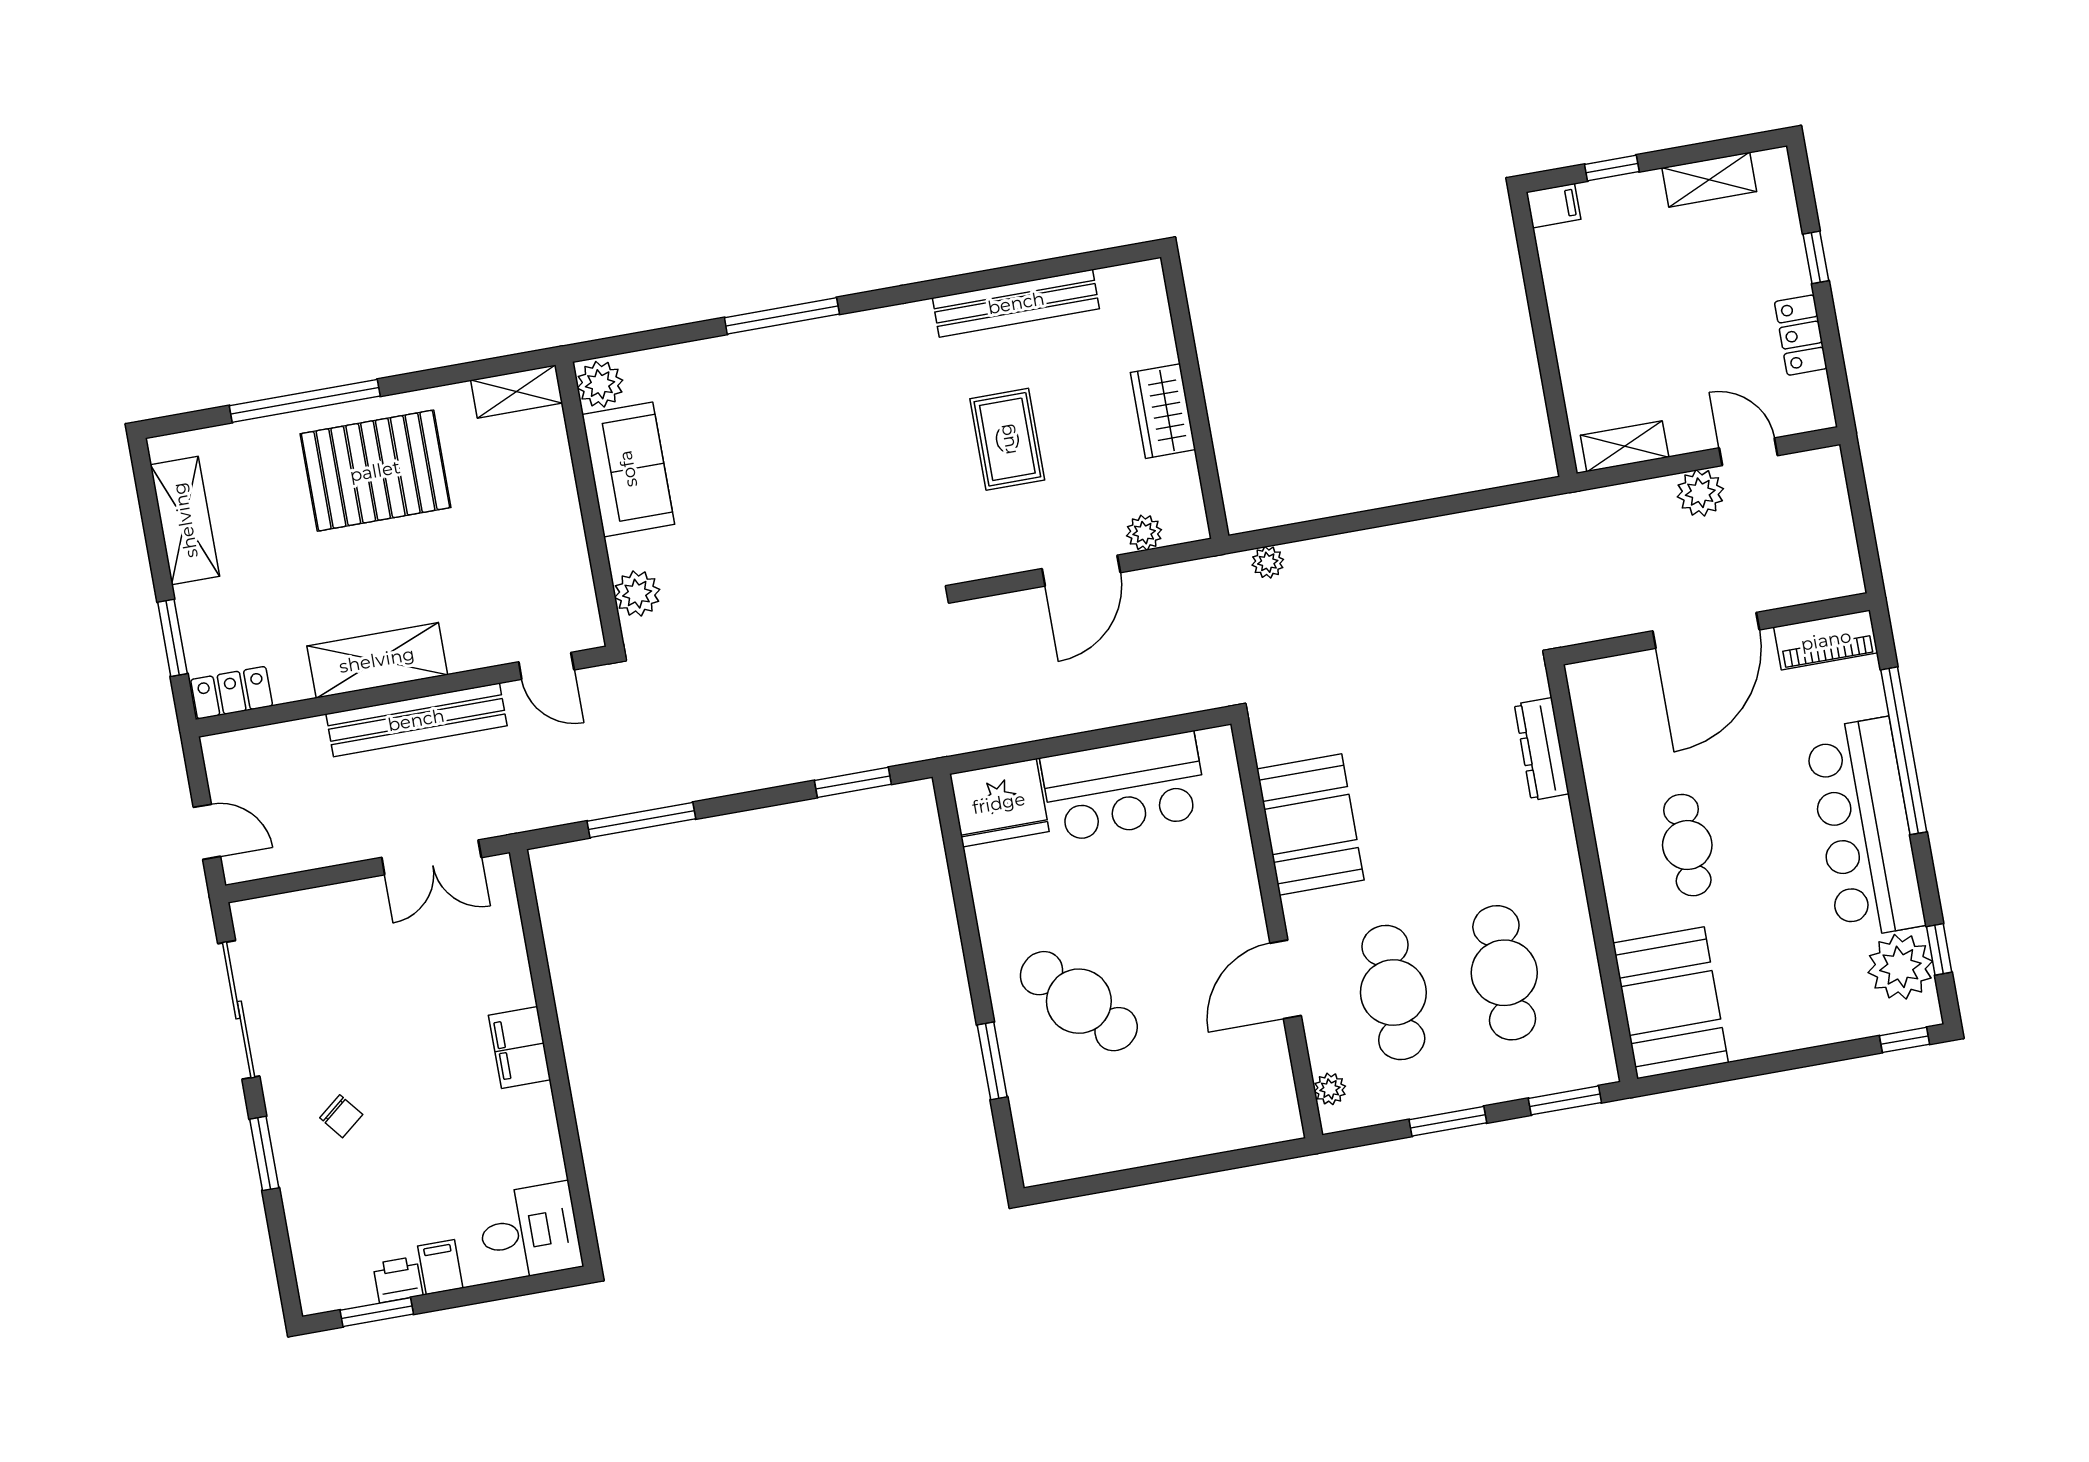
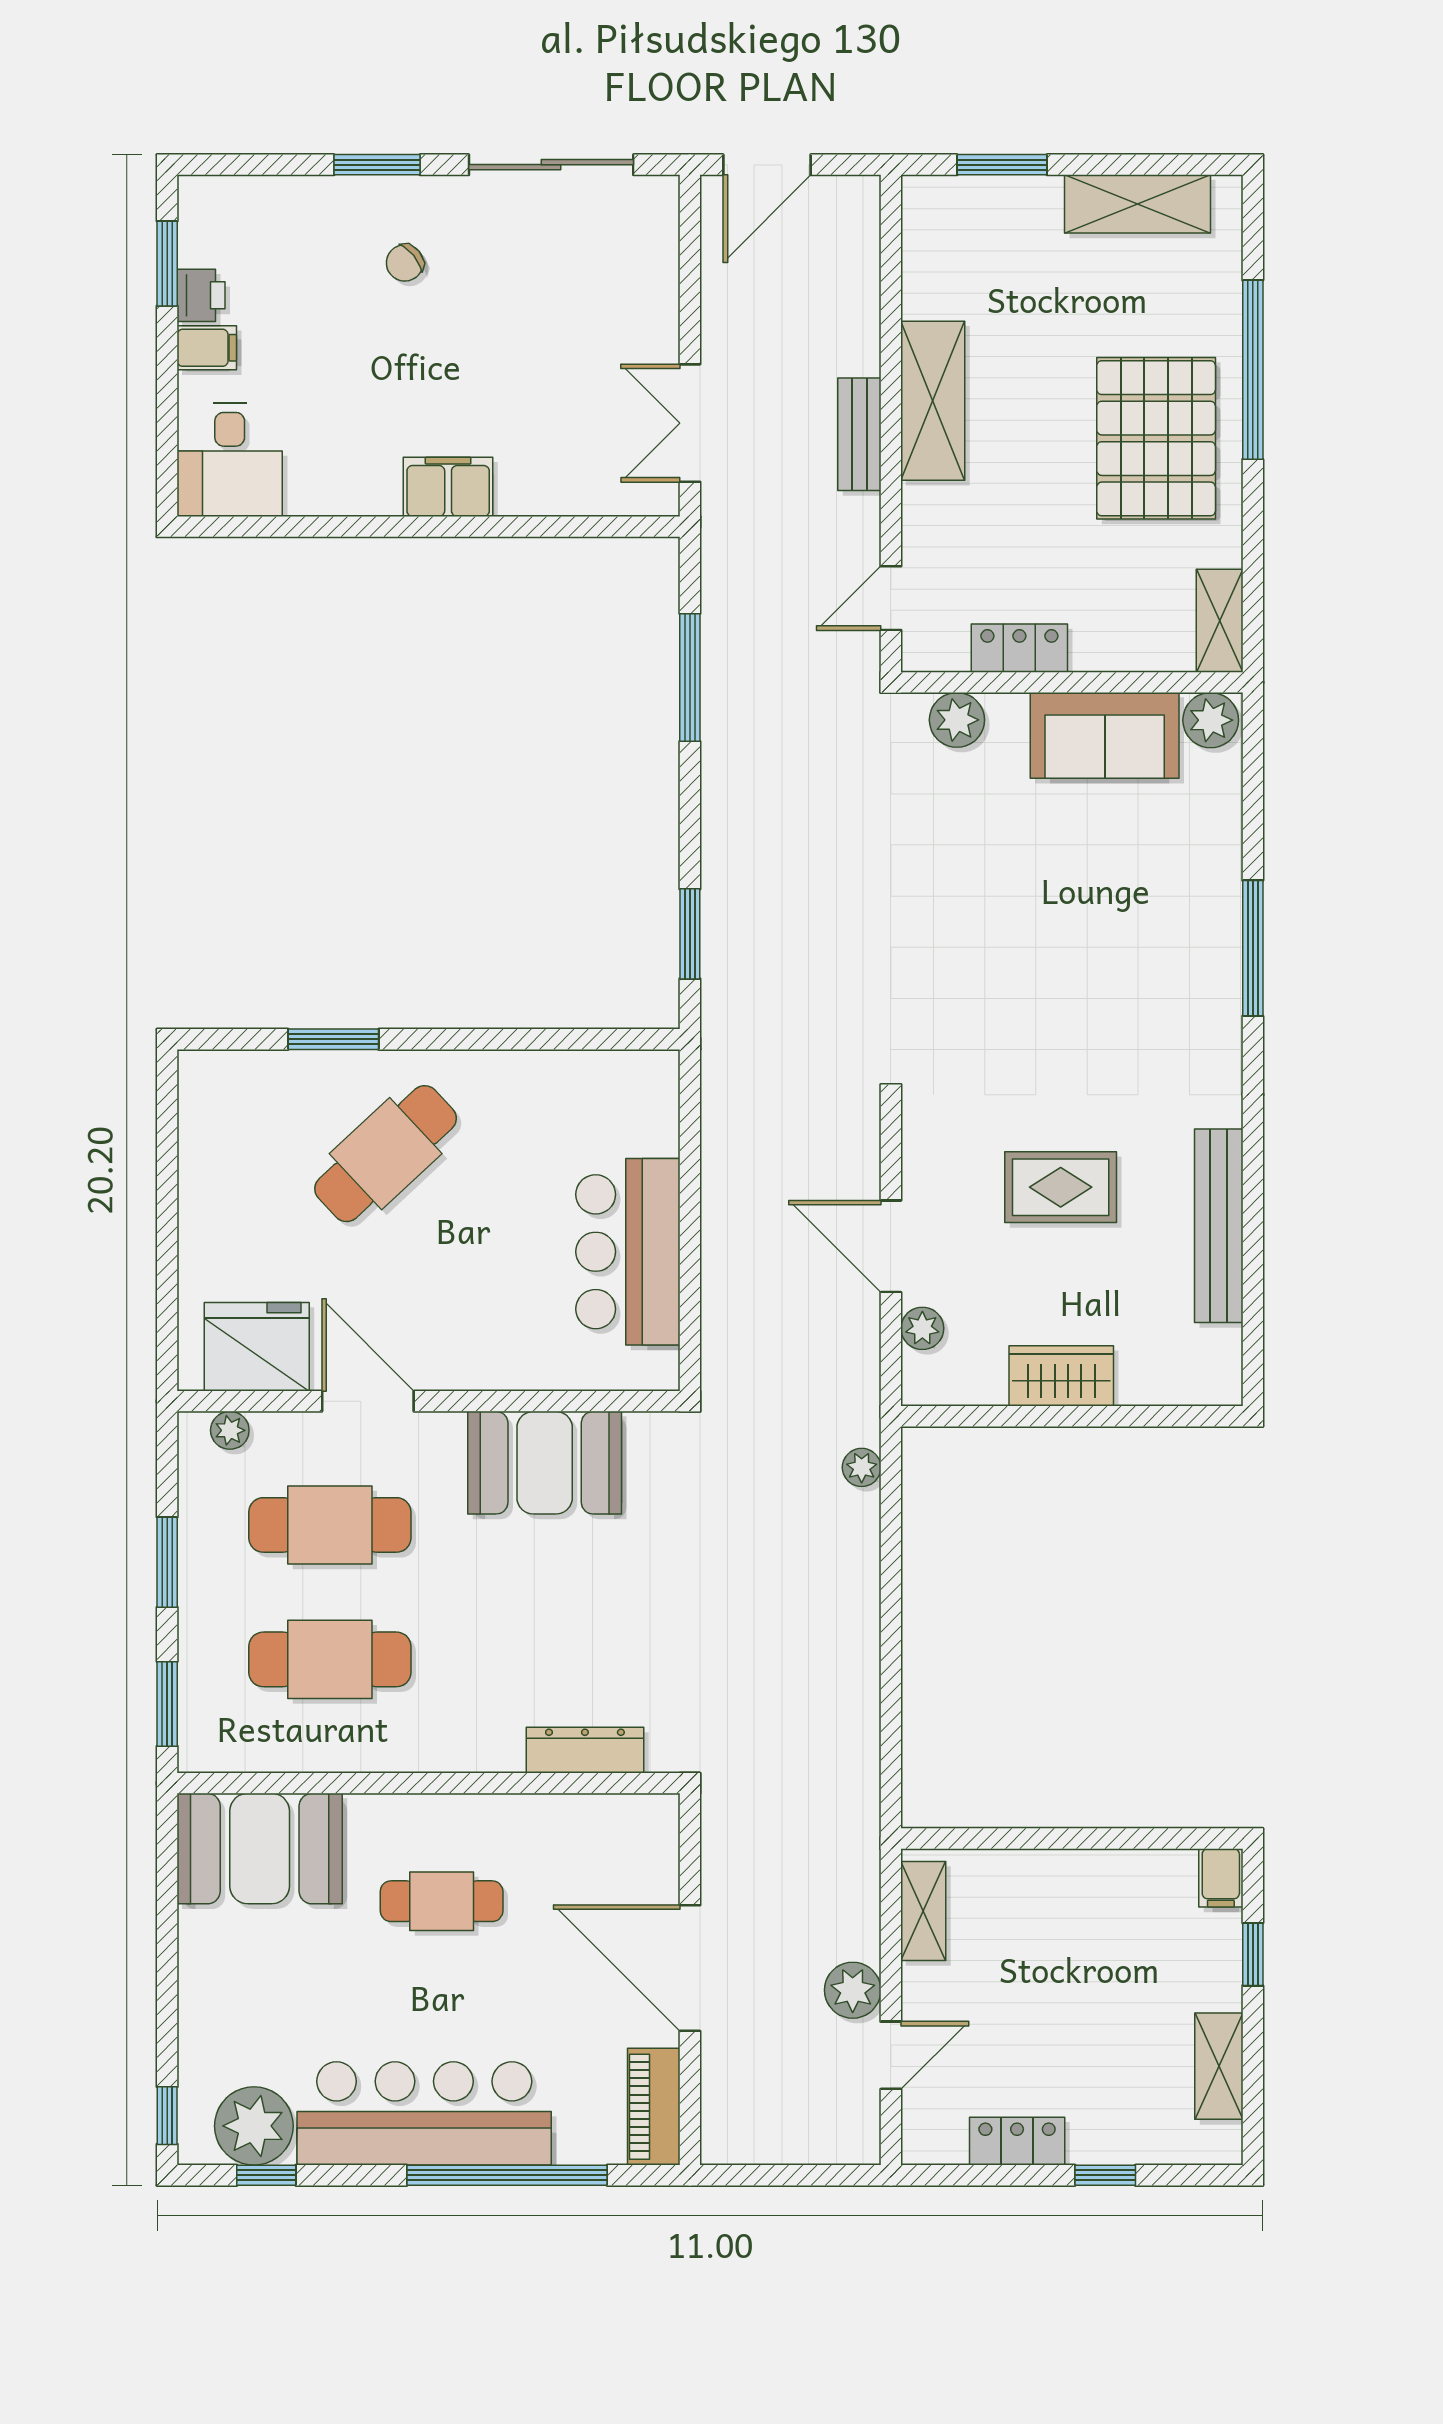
locker: (232, 693) -> (1019, 648), moved, turned -90
bench: (416, 720) -> (859, 434), width x0.54, depth x0.82
fridge: (999, 803) -> (257, 1347), moved, turned 90
door: (207, 832) -> (767, 165), width x1.38

